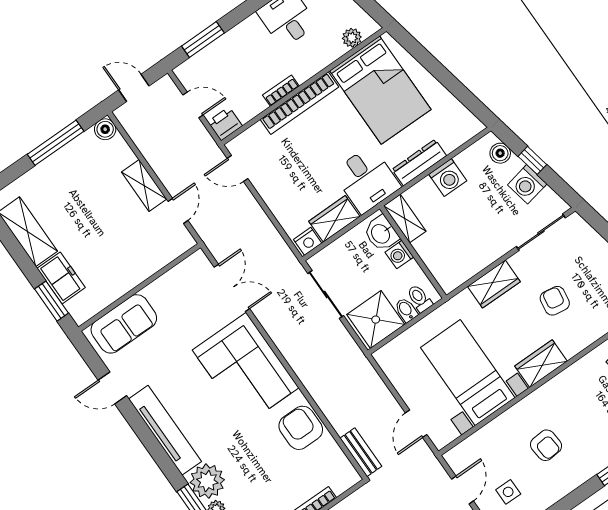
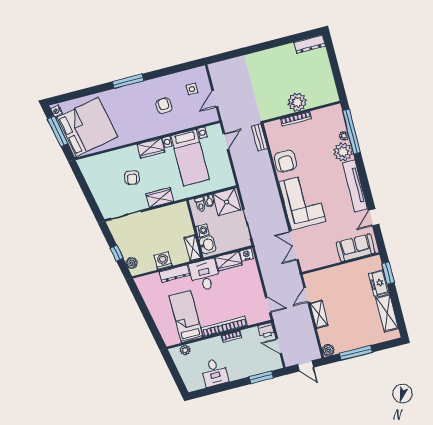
bed: (380, 90) -> (186, 316), width x0.67
washing machine: (527, 184) -> (124, 242), removed
door: (112, 388) -> (374, 217), swing flipped

